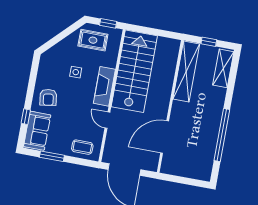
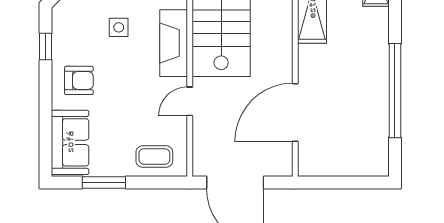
armchair: (48, 97) -> (79, 80), turned -82
window: (26, 117) -> (46, 47), moved
door: (107, 120) -> (190, 101), hinge flipped

